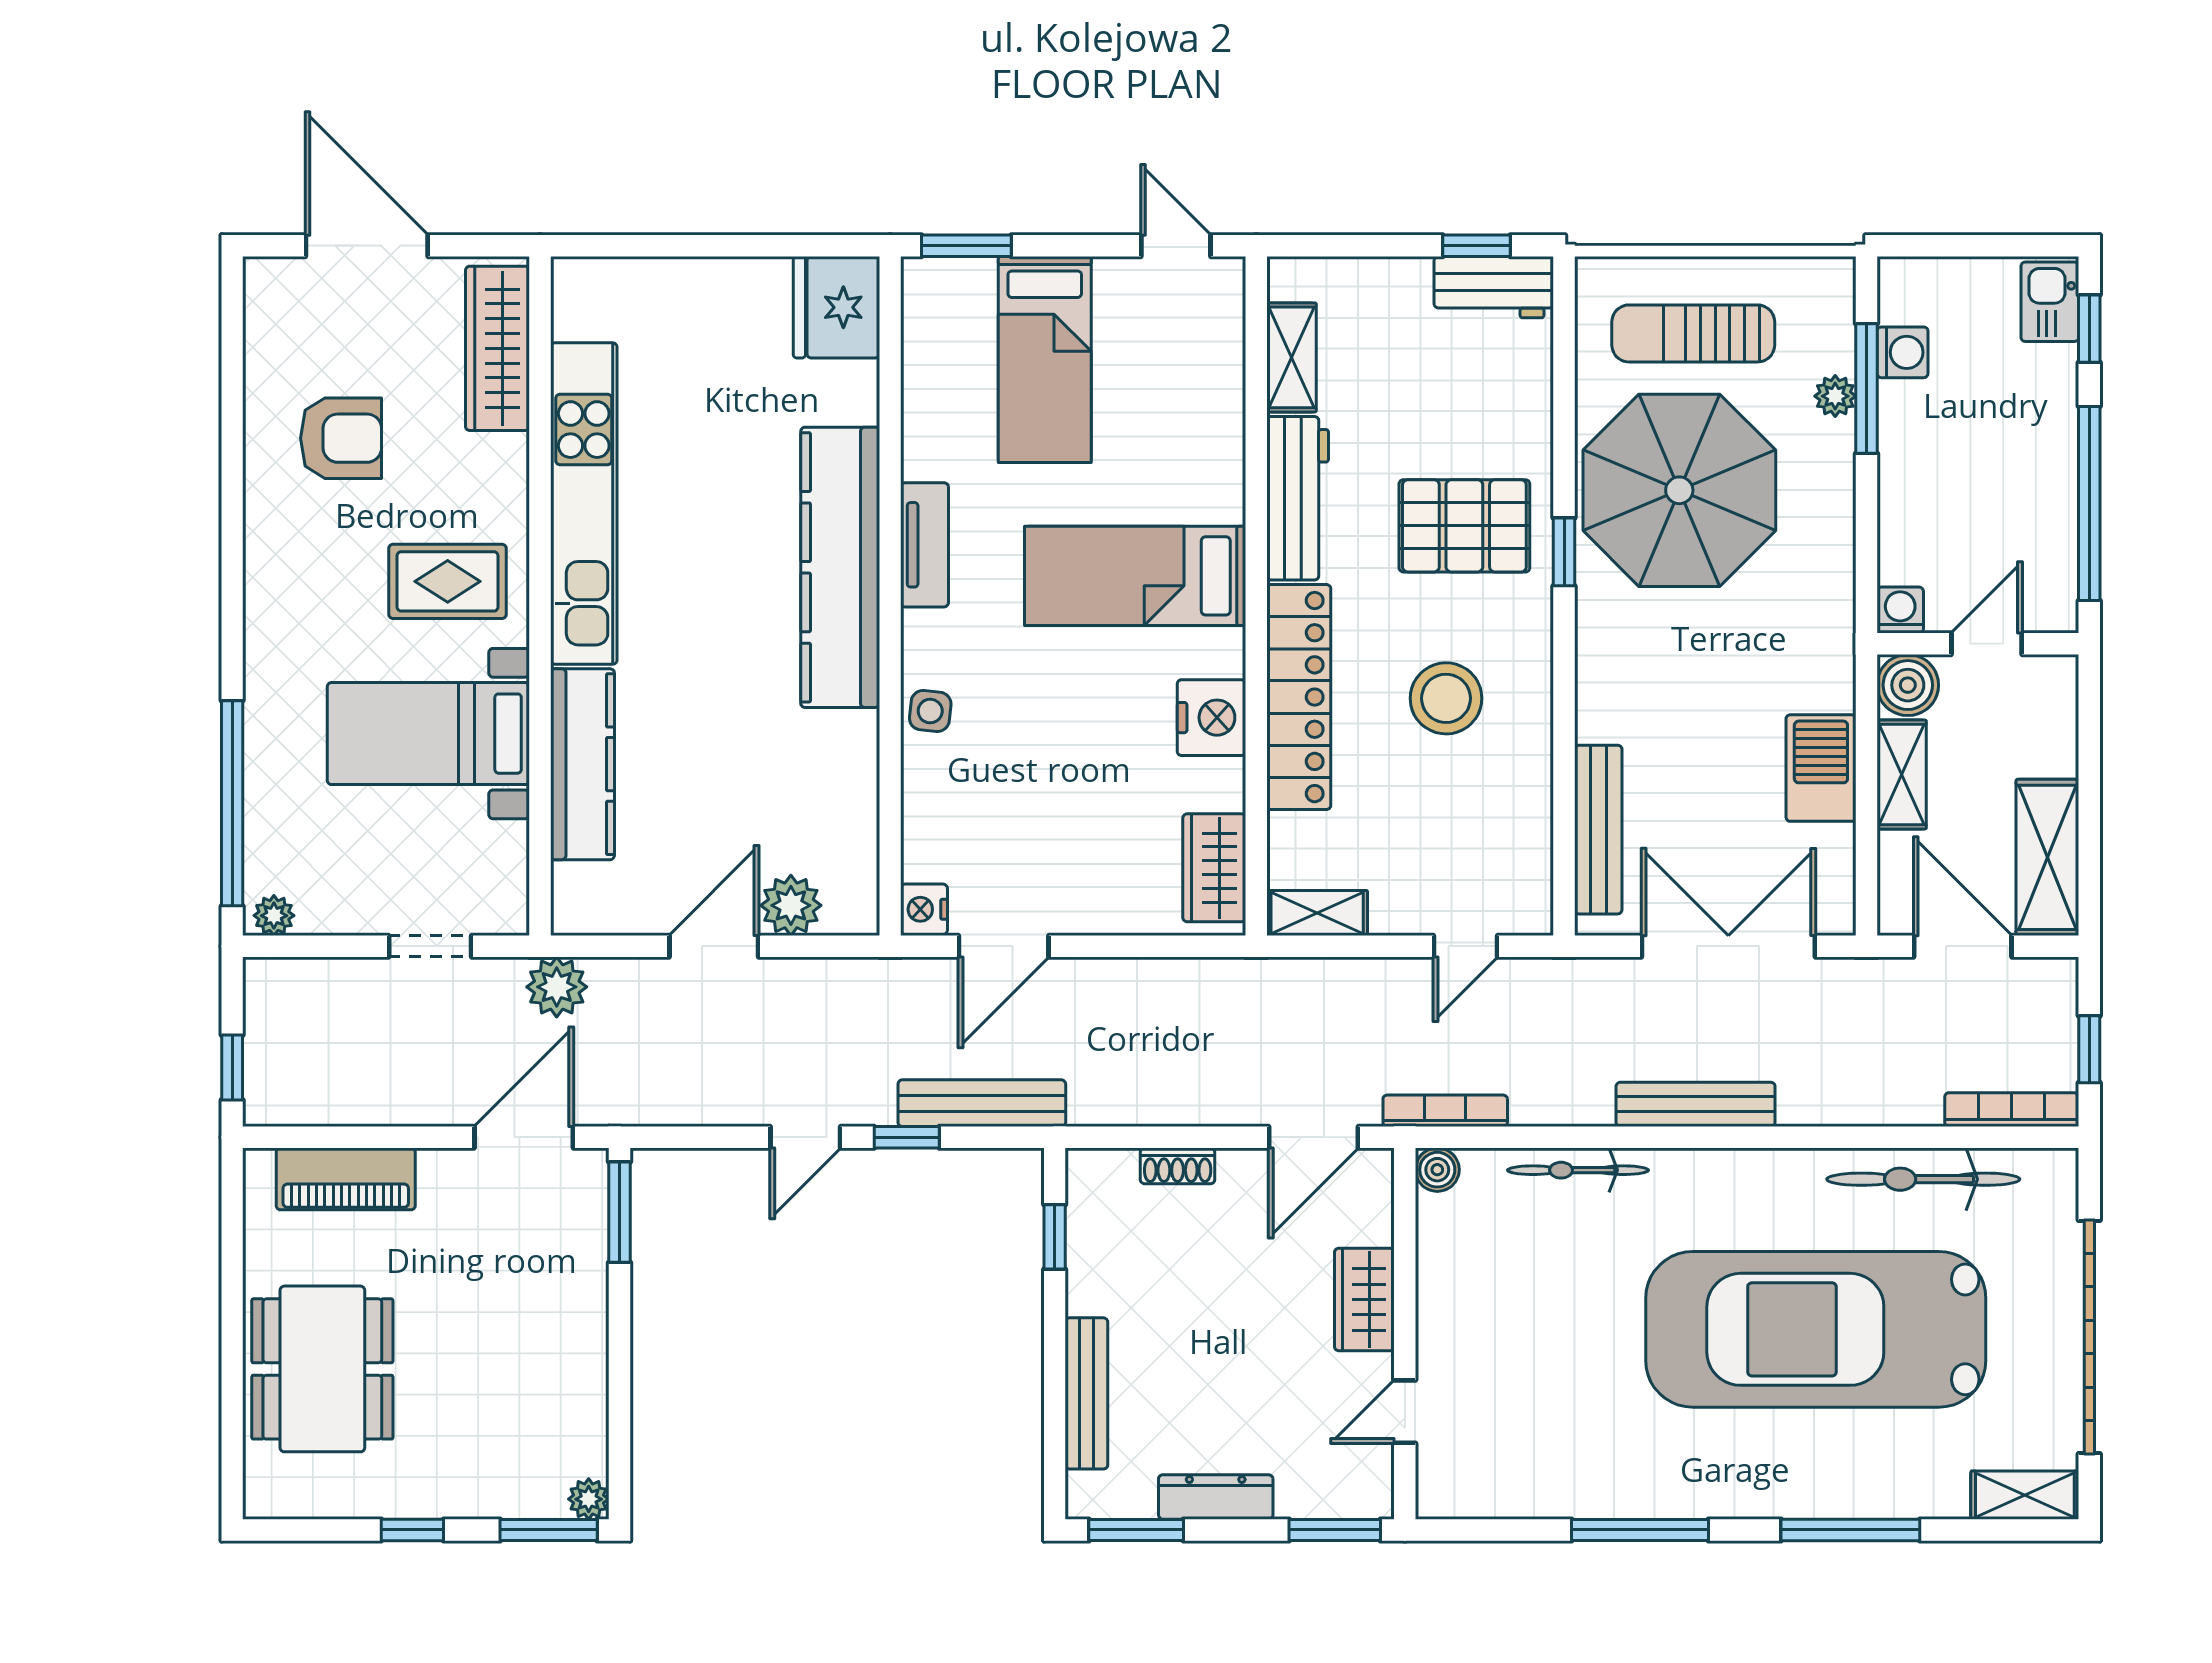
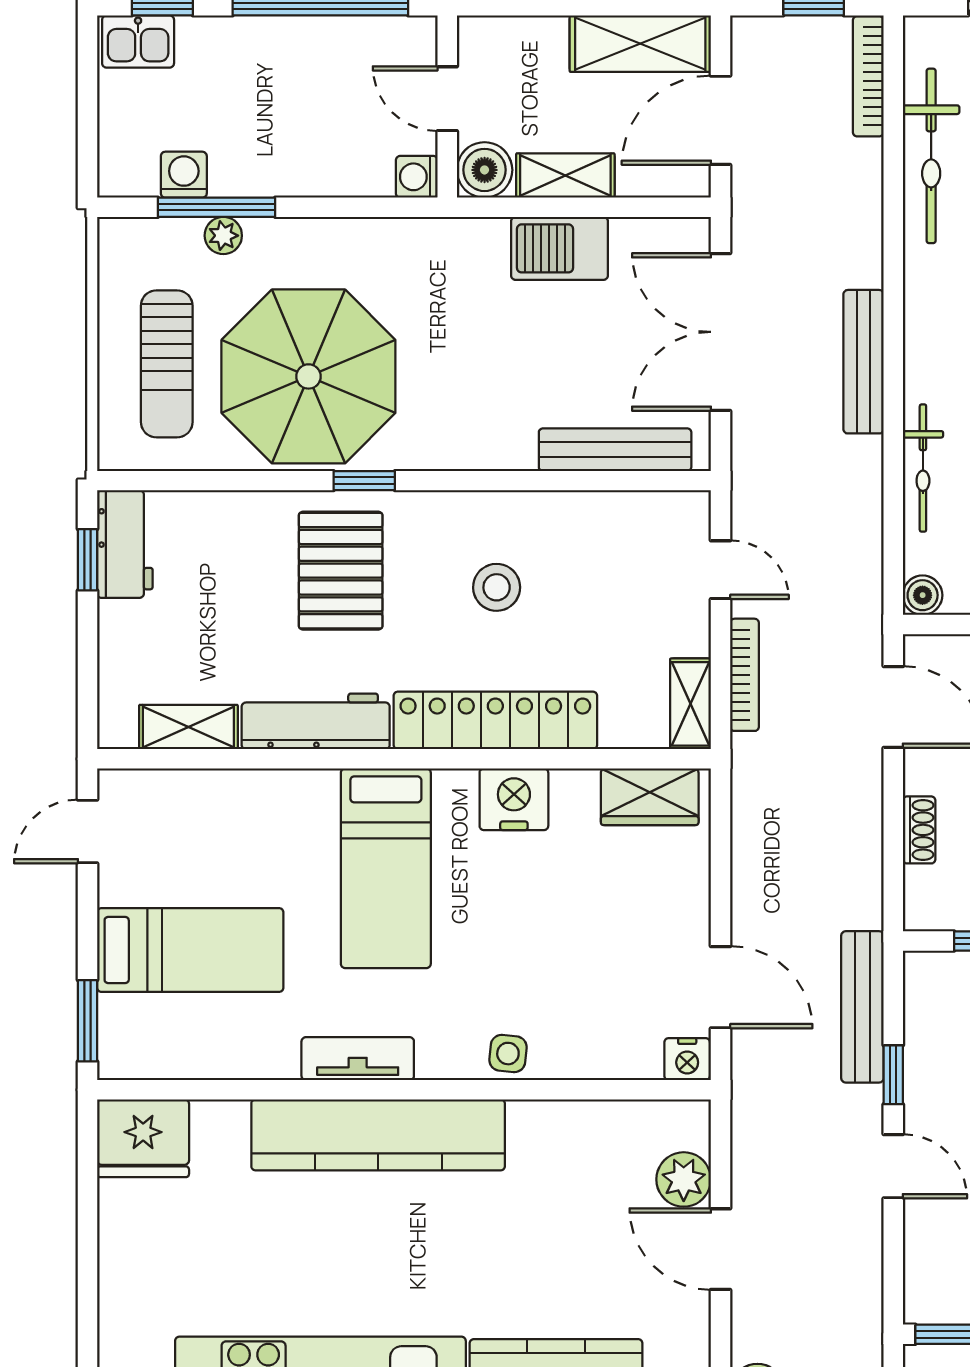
stool: (1446, 698) -> (497, 587), width x0.73, depth x0.73
bookcase: (1445, 1111) -> (745, 675), moved, turned 180

